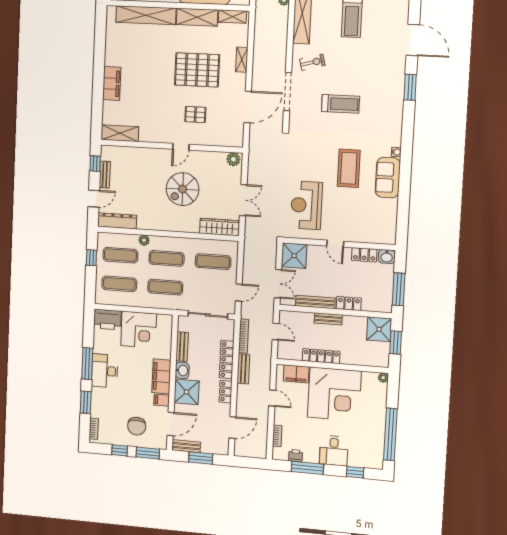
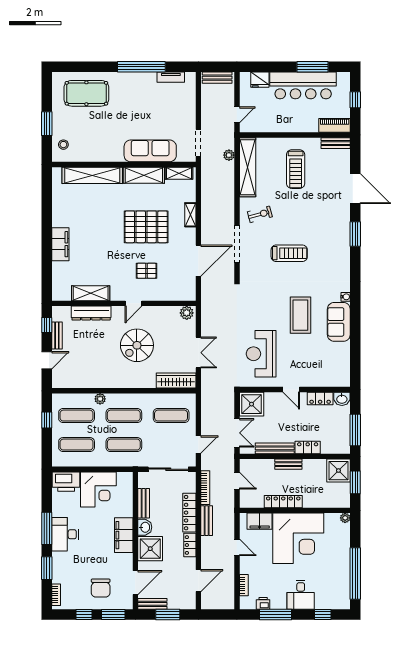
shelving: (120, 133) -> (91, 293), moved
dresser: (117, 221) -> (91, 313), moved, turned 180
filing cabinet: (162, 400) -> (125, 559), removed

